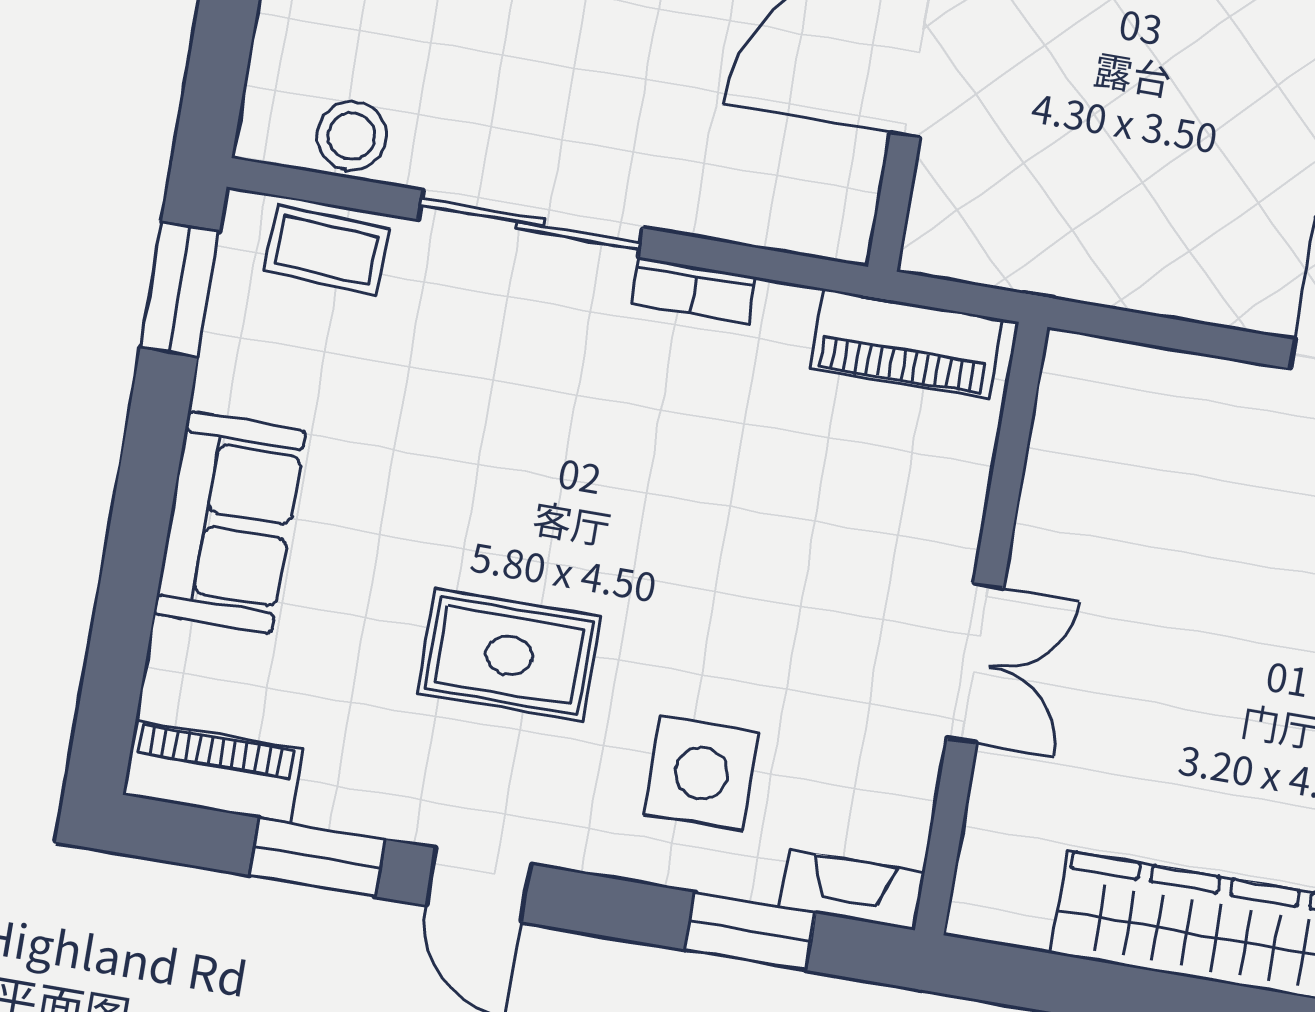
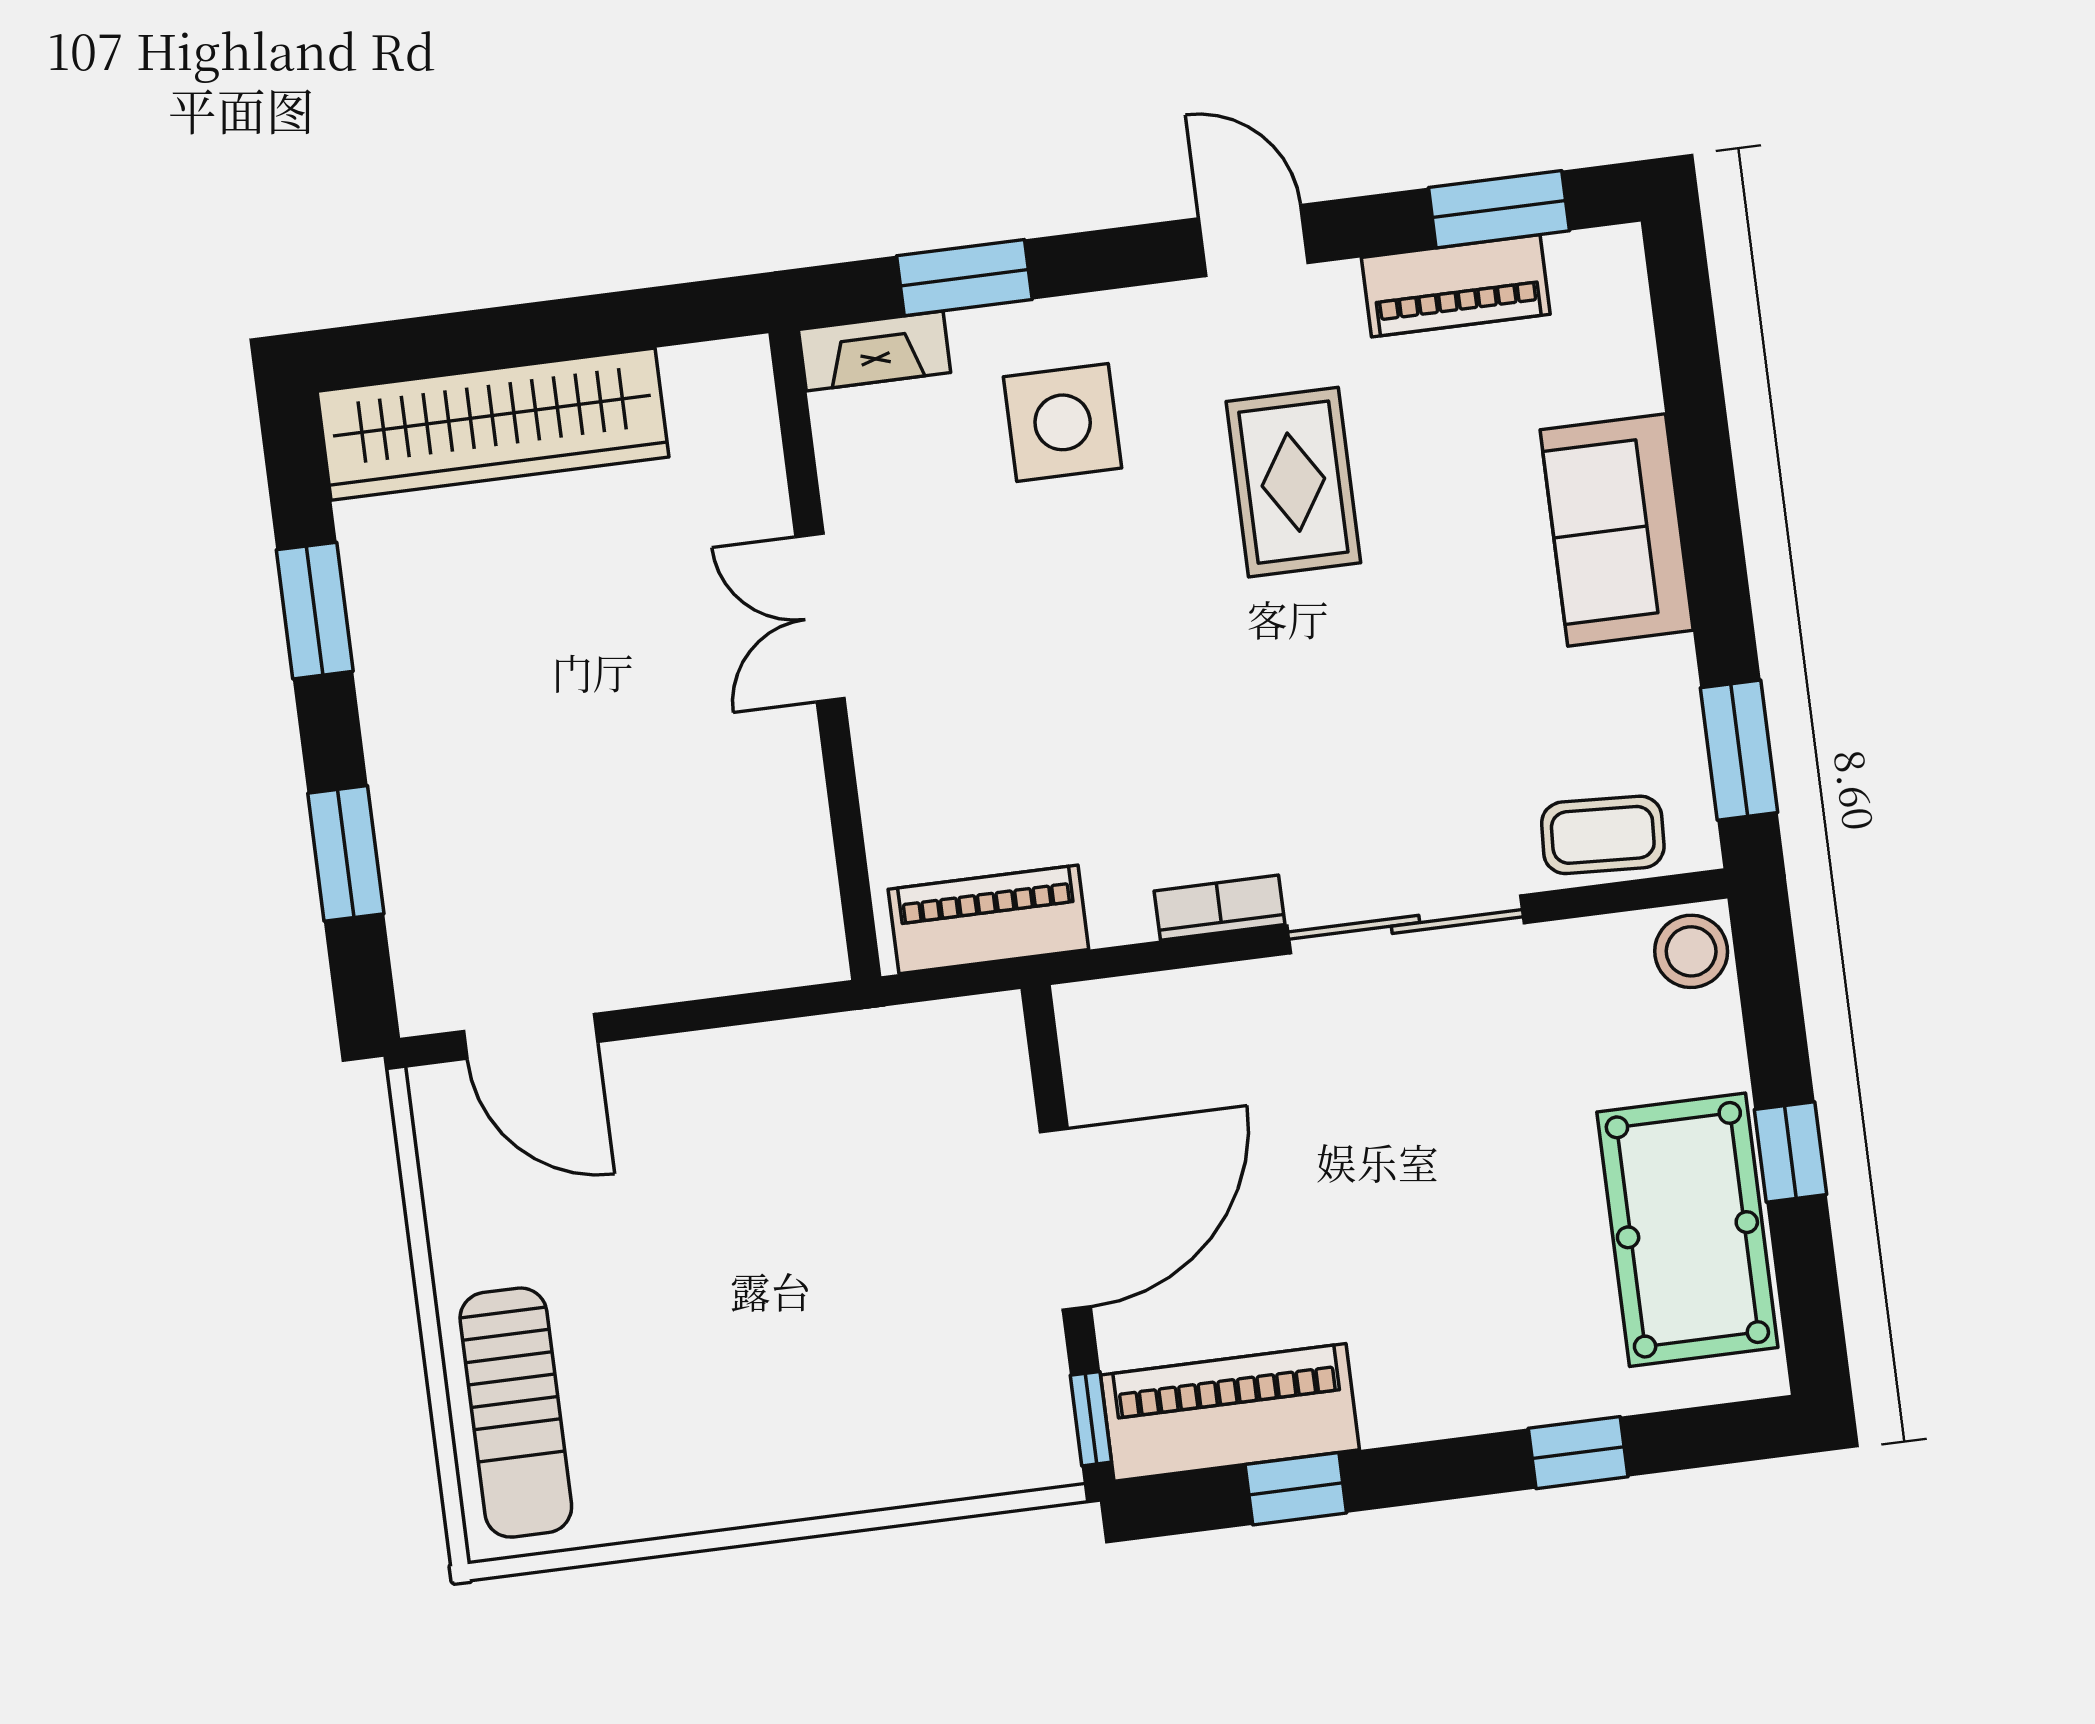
stool: (352, 136) -> (1691, 951), moved
rug: (509, 655) -> (1293, 482), turned 90
piano: (213, 772) -> (1456, 286), moved
window: (317, 857) -> (1499, 209), moved

